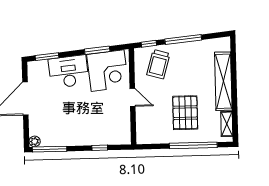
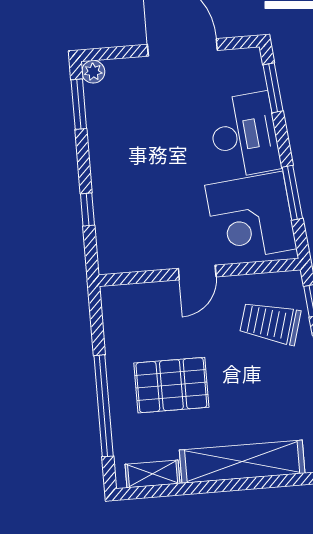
window: (50, 149) -> (79, 104), width x0.69

